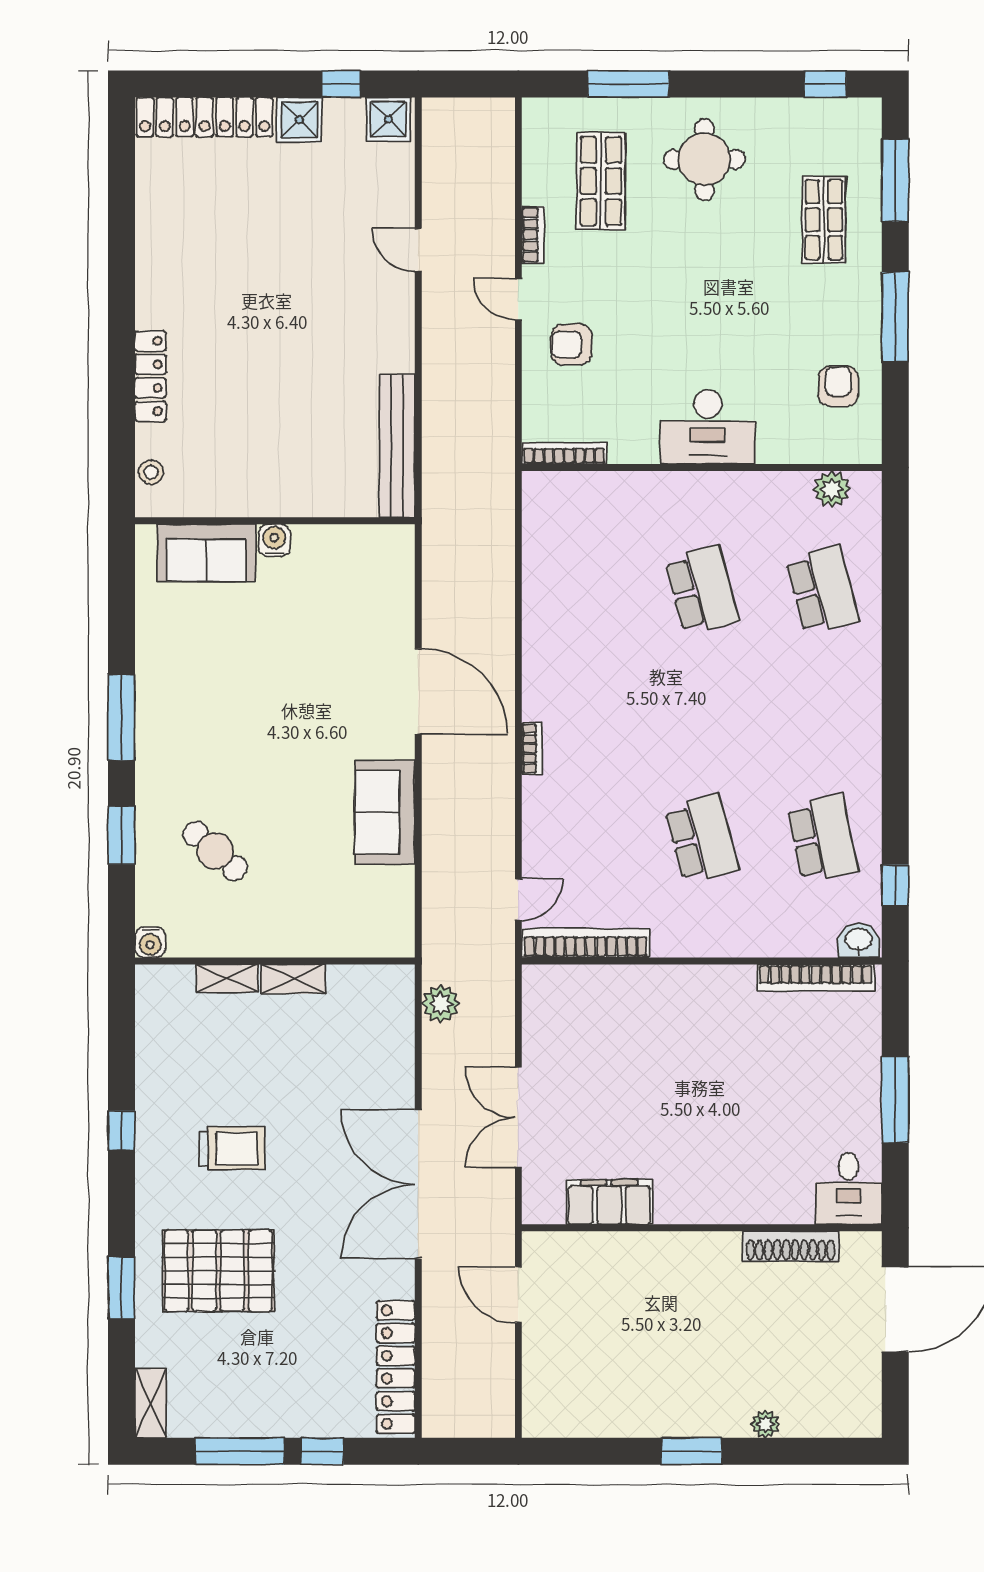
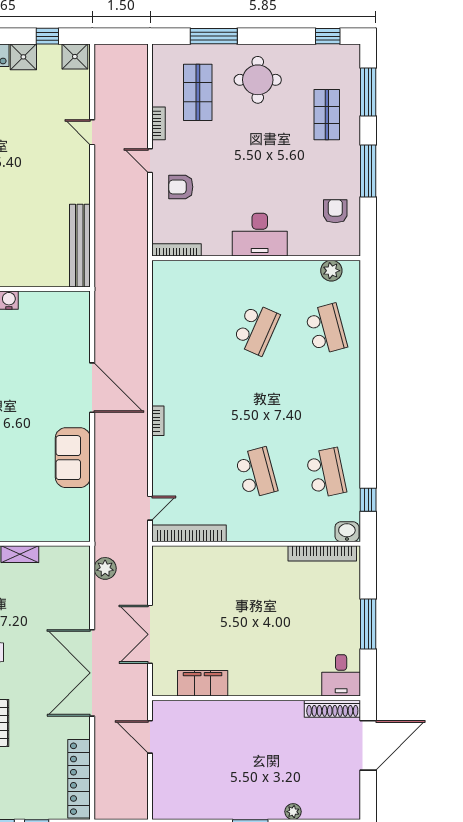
school desk: (702, 590) -> (256, 329), turned 39
shoe rack: (791, 1246) -> (332, 709), moved

